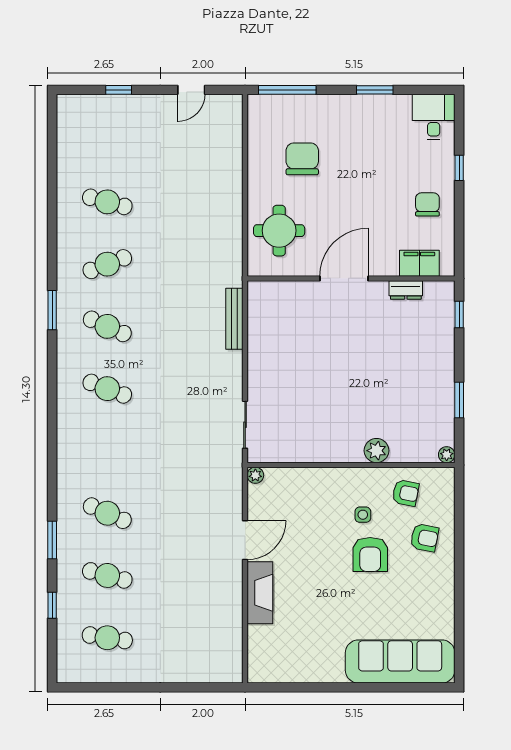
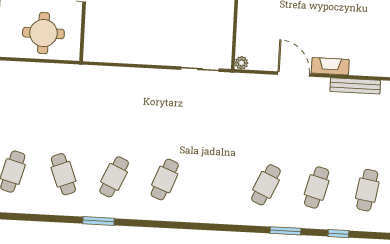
bench: (234, 319) -> (355, 86), moved
fireplace: (260, 593) -> (330, 66), width x0.73, depth x0.76

